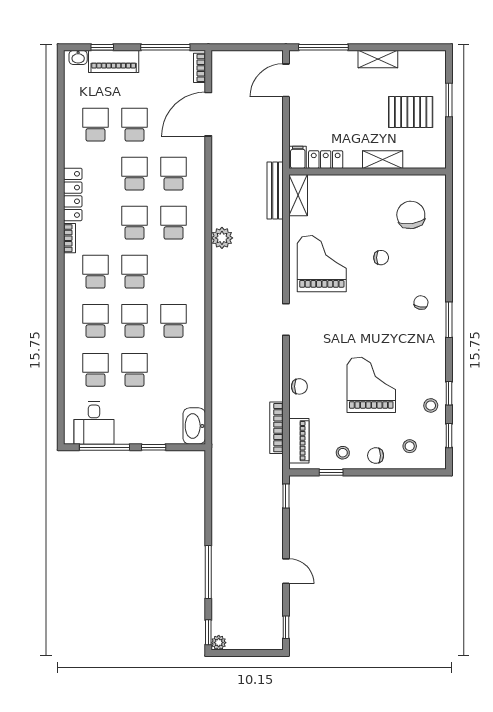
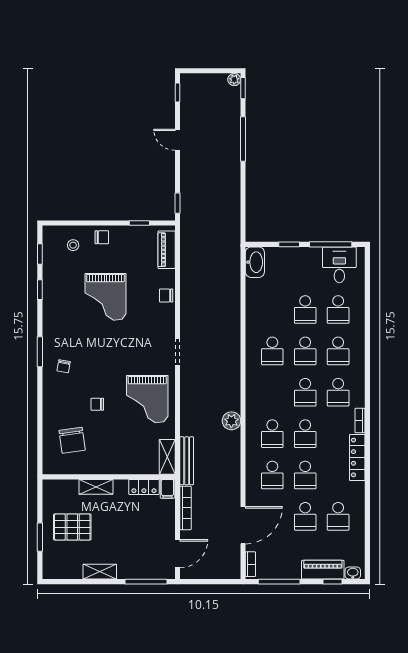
stool: (431, 405) -> (55, 279), removed
bookcase: (276, 428) -> (186, 508), moved
stool: (343, 453) -> (130, 240), removed

